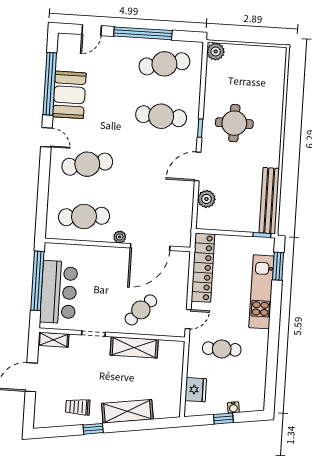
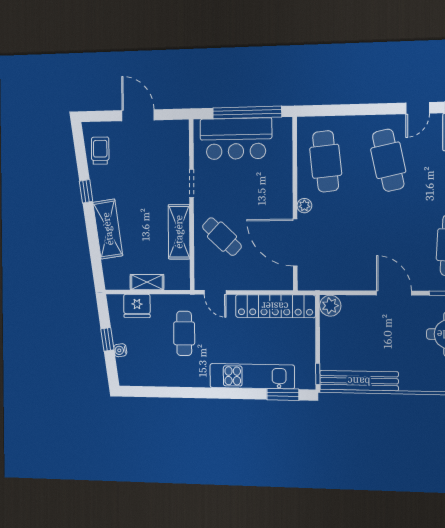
plant: (206, 199) -> (330, 306), moved
shelving: (53, 340) -> (147, 282), moved, turned 90
trolley: (78, 407) -> (100, 151), moved

